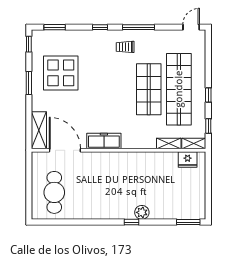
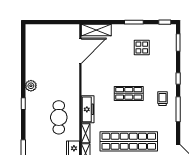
display table: (61, 73) -> (142, 47), width x0.54, depth x0.54
shop shelf: (149, 89) -> (129, 93), moved, width x0.70, depth x0.74
freezer: (104, 141) -> (88, 109), moved
cafe table: (54, 192) -> (59, 117), moved, turned 90
plant: (142, 212) -> (31, 86), moved

